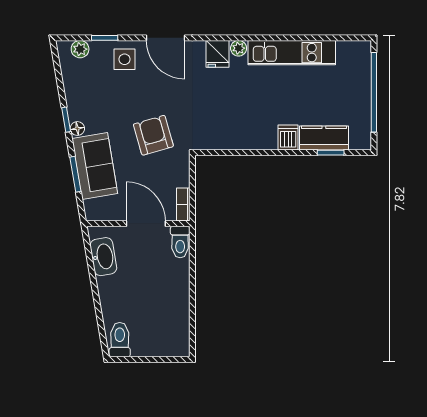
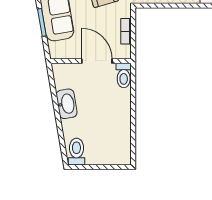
bookcase: (183, 204) -> (126, 31), moved
washbasin: (103, 257) -> (67, 104), moved

